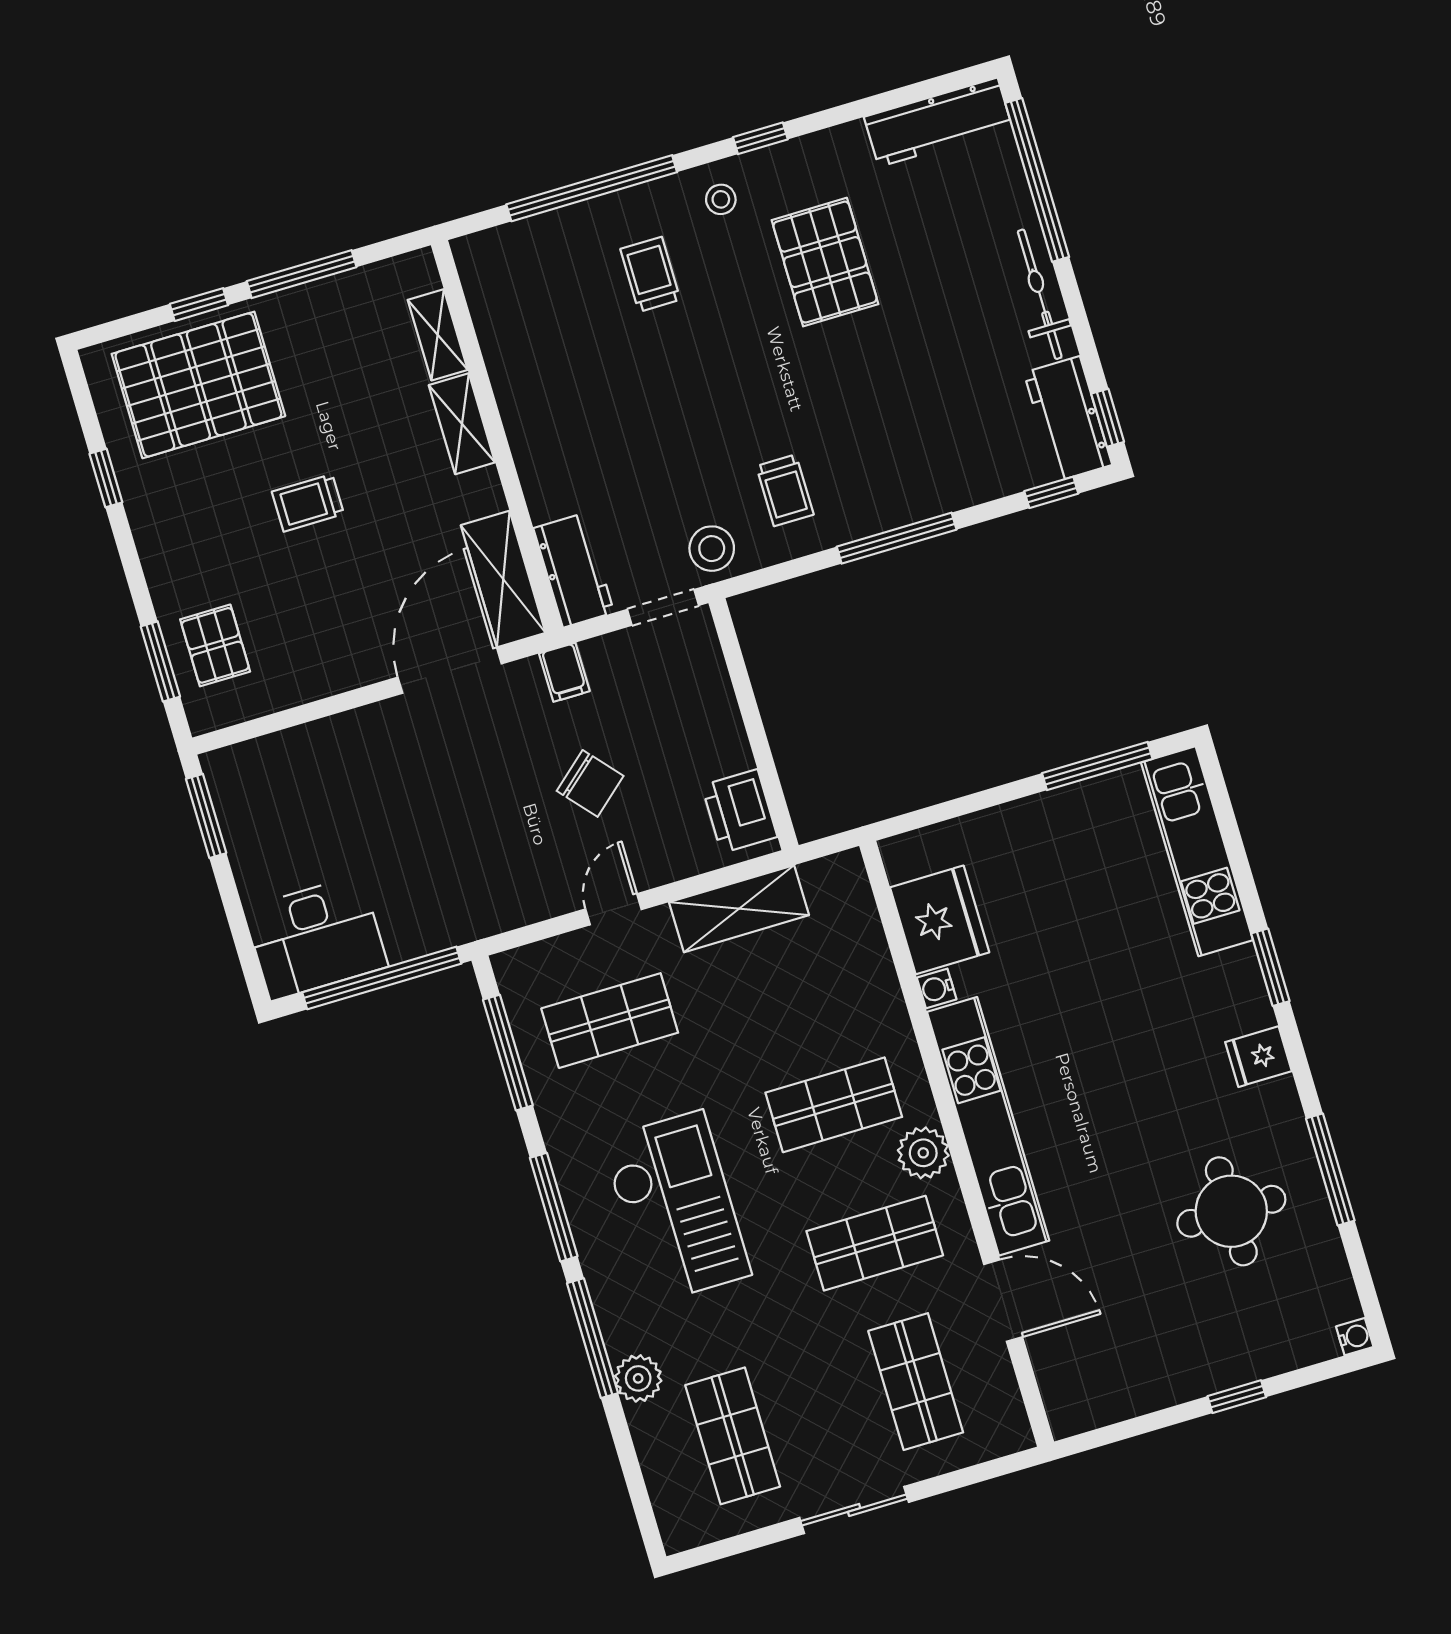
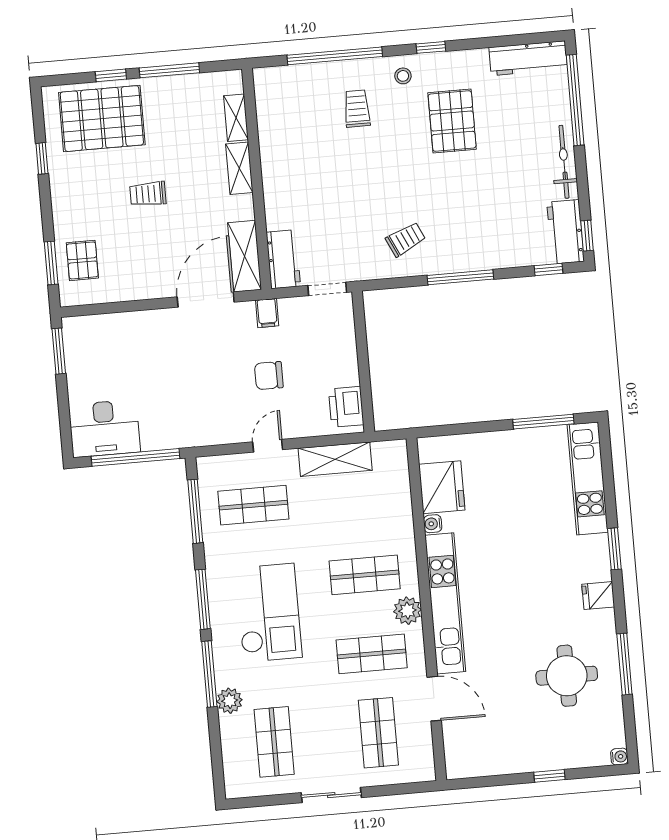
trolley: (785, 490) -> (406, 239), turned -115
stool: (712, 549) -> (360, 263), removed
chair: (590, 783) -> (269, 376), turned 131

